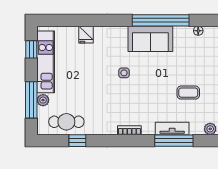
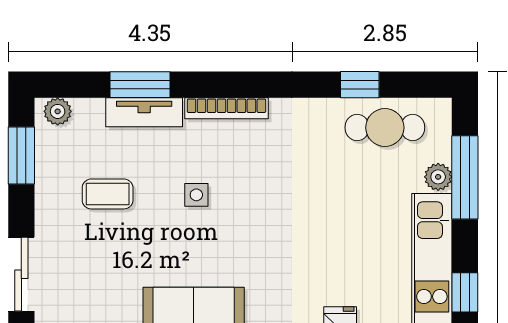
side table: (124, 73) -> (196, 195), moved
bookcase: (129, 130) -> (226, 108), width x1.56
window: (174, 141) -> (140, 85), width x0.69

